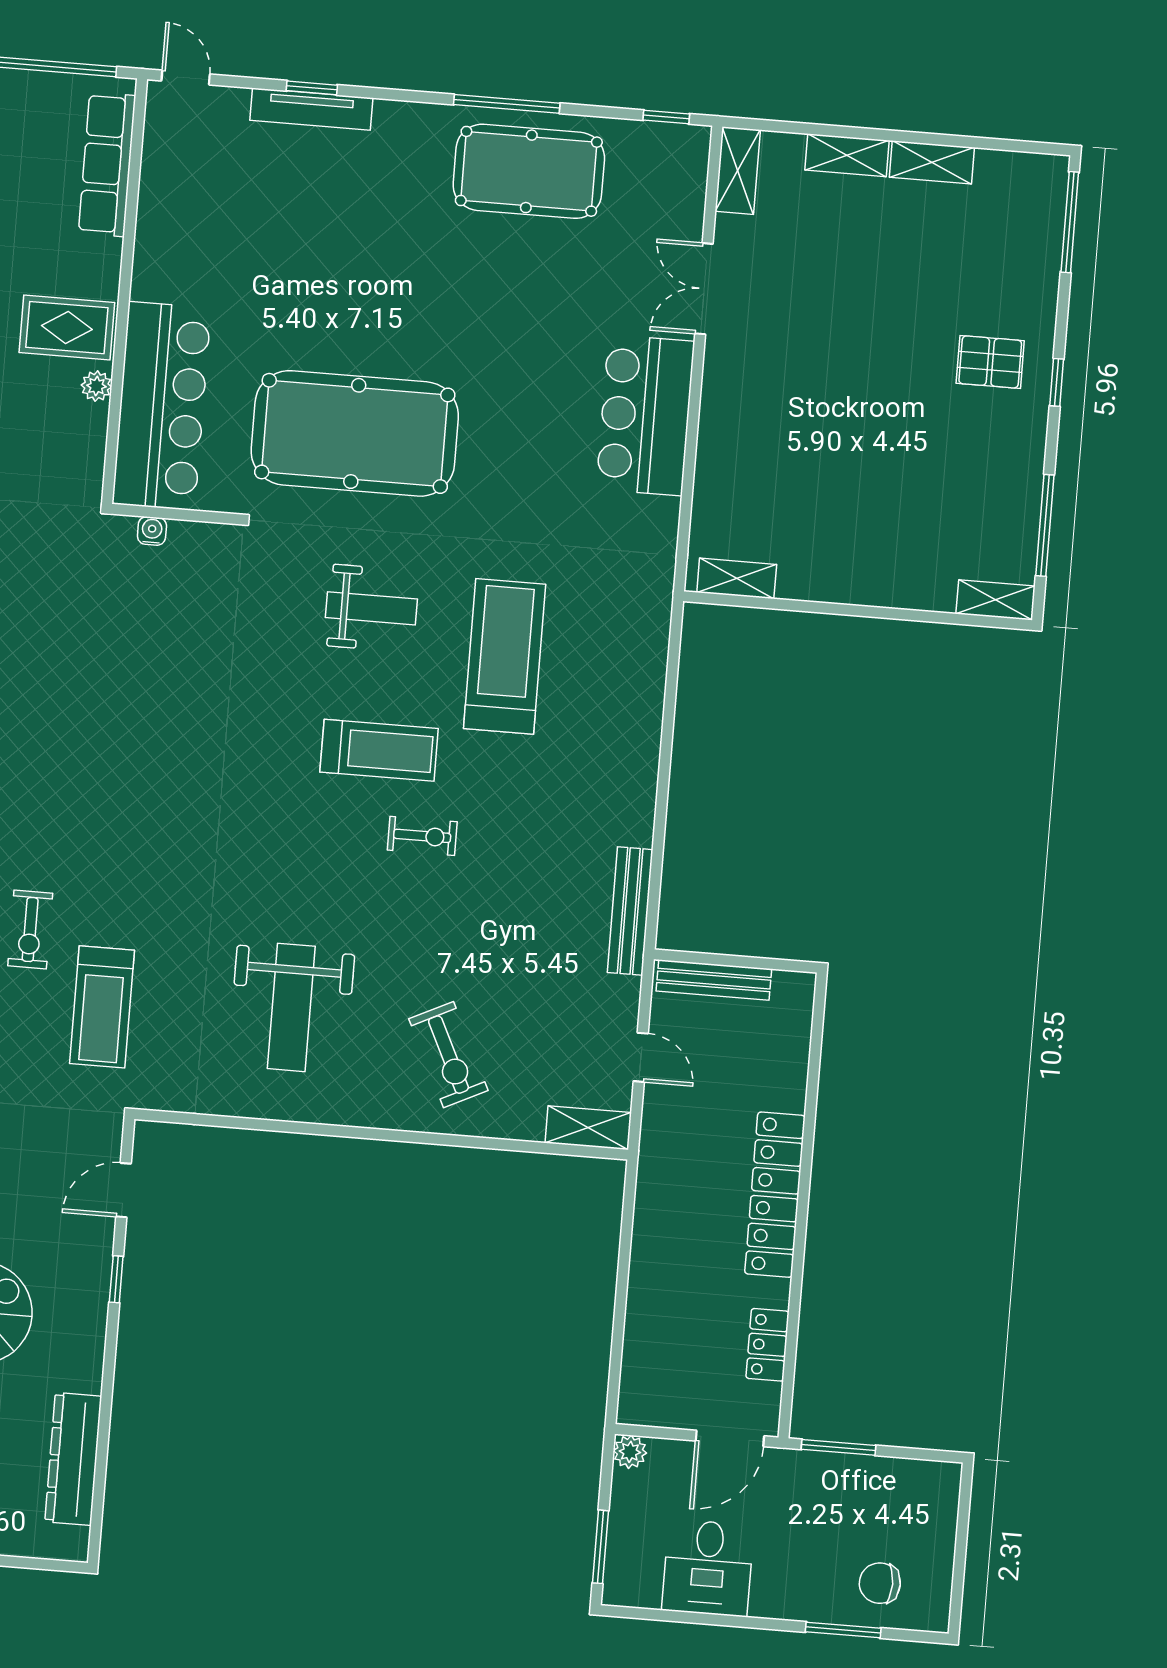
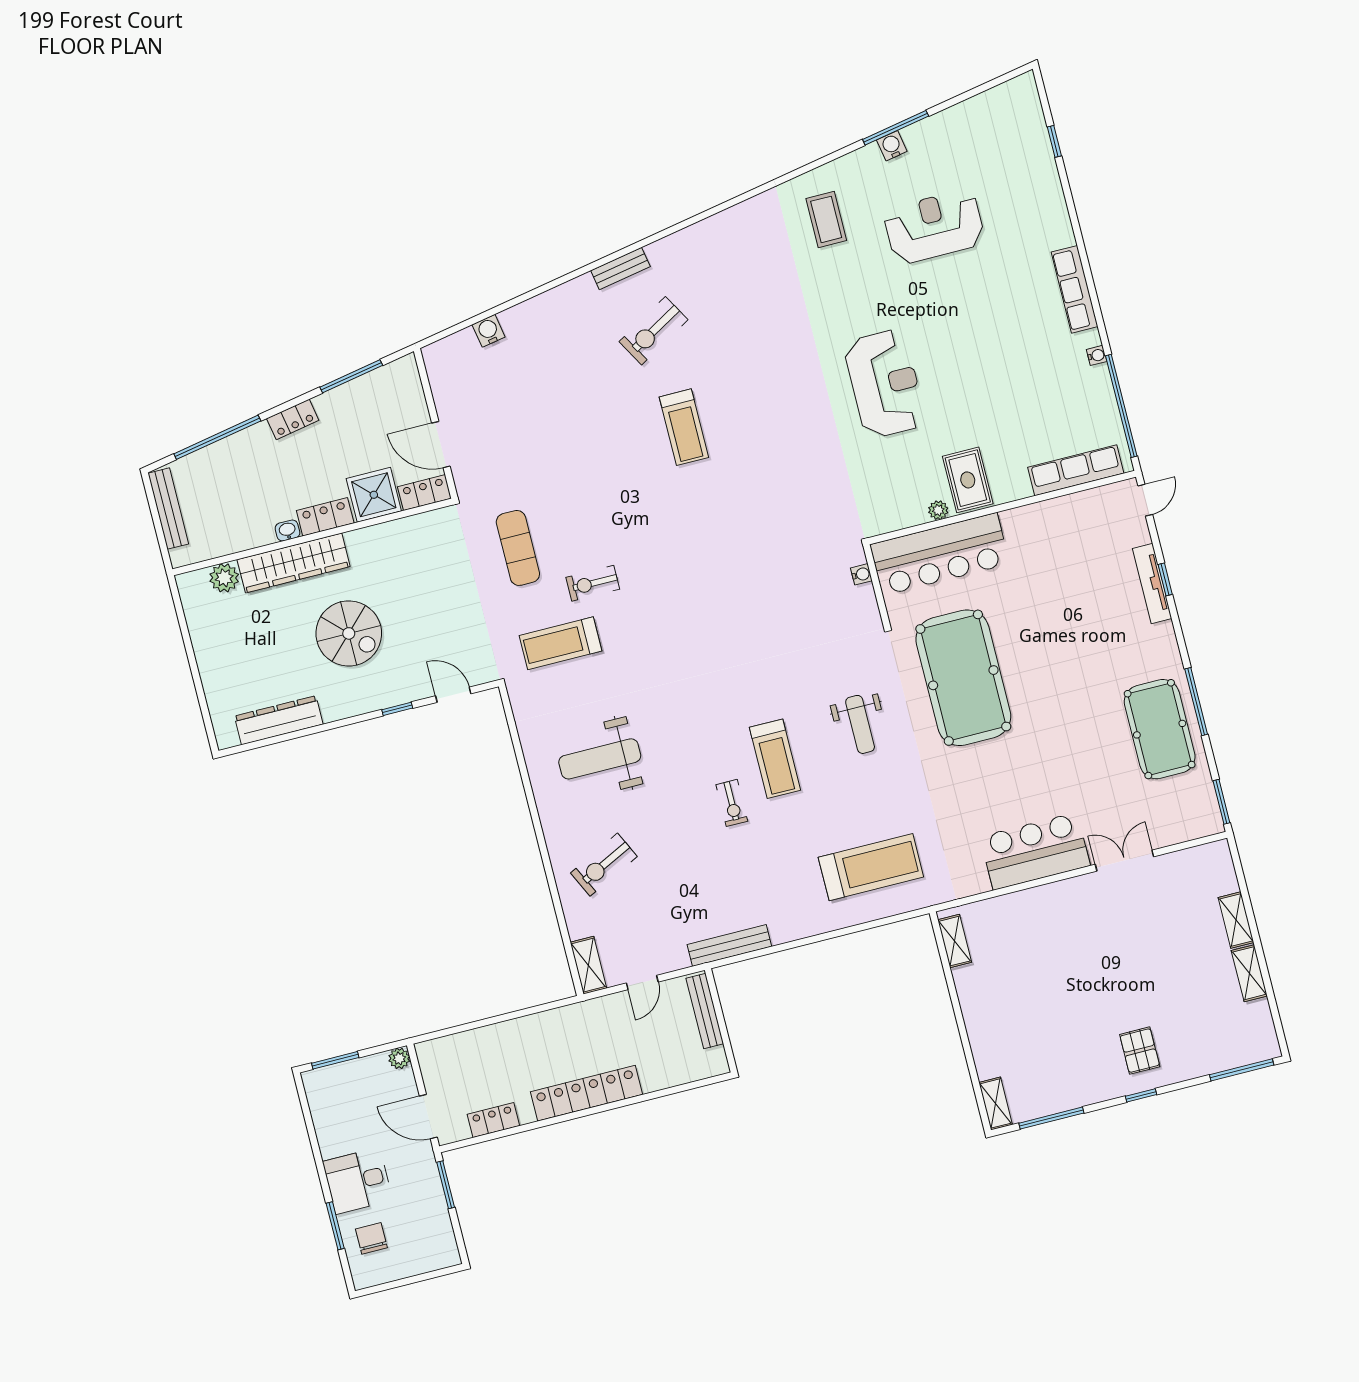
window: (666, 117) -> (1221, 802), width x1.50
shelving: (738, 171) -> (1204, 856), removed
treadmill: (505, 656) -> (871, 867), moved
desk: (708, 1568) -> (358, 1181), moved

